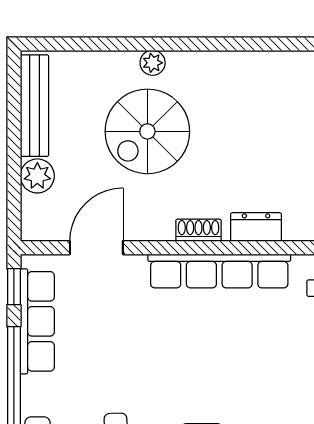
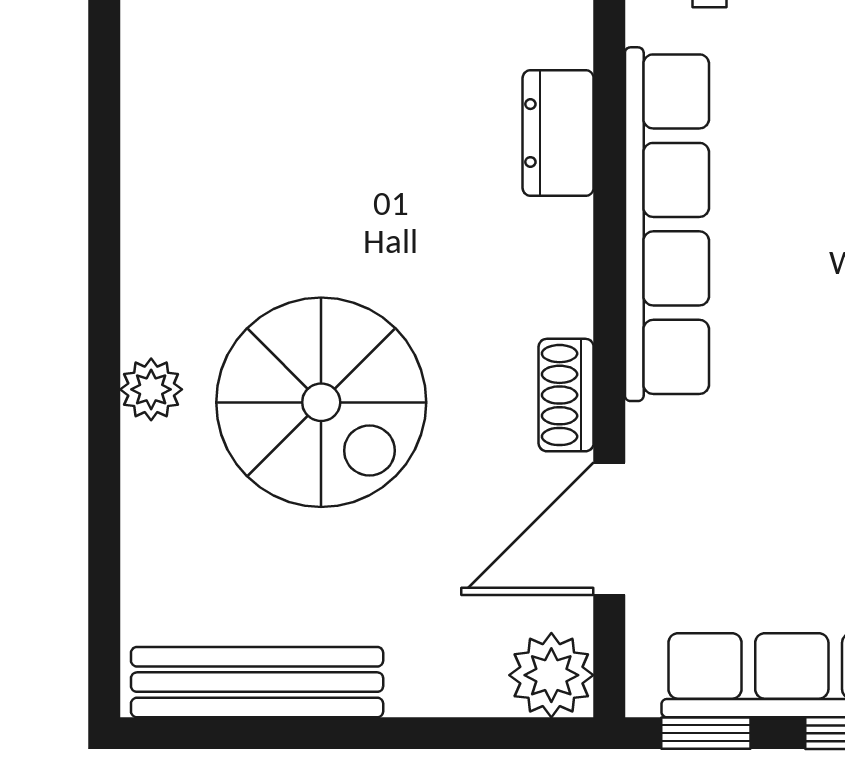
plant: (37, 176) -> (551, 675), moved
shoe rack: (198, 230) -> (566, 395), moved
door: (96, 248) -> (609, 529), hinge flipped

